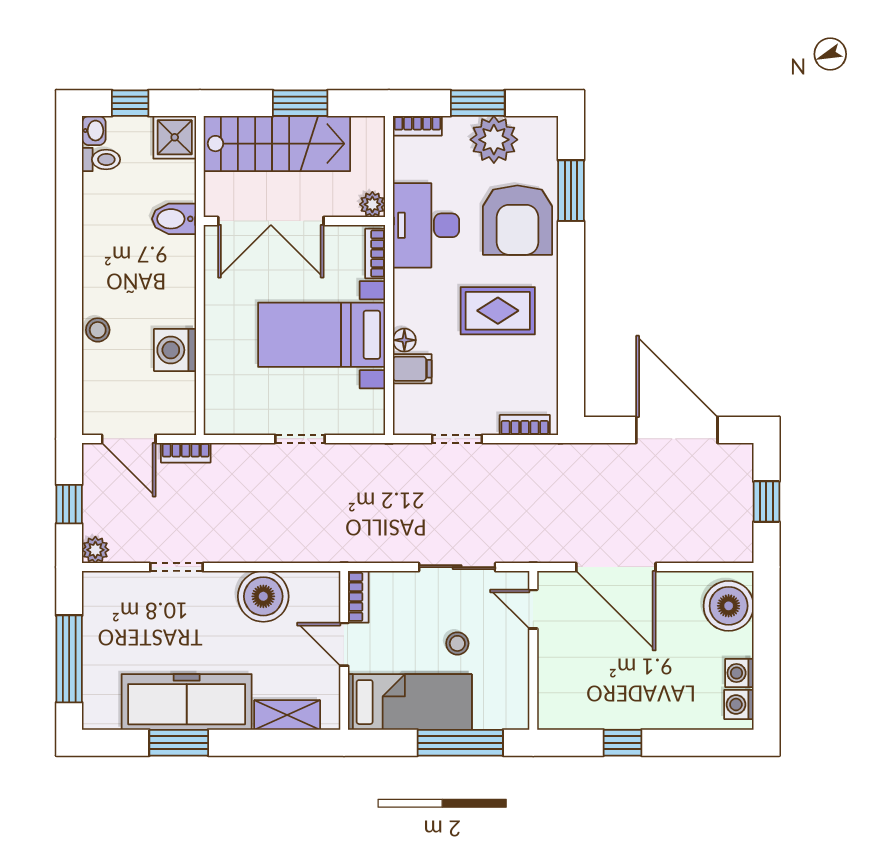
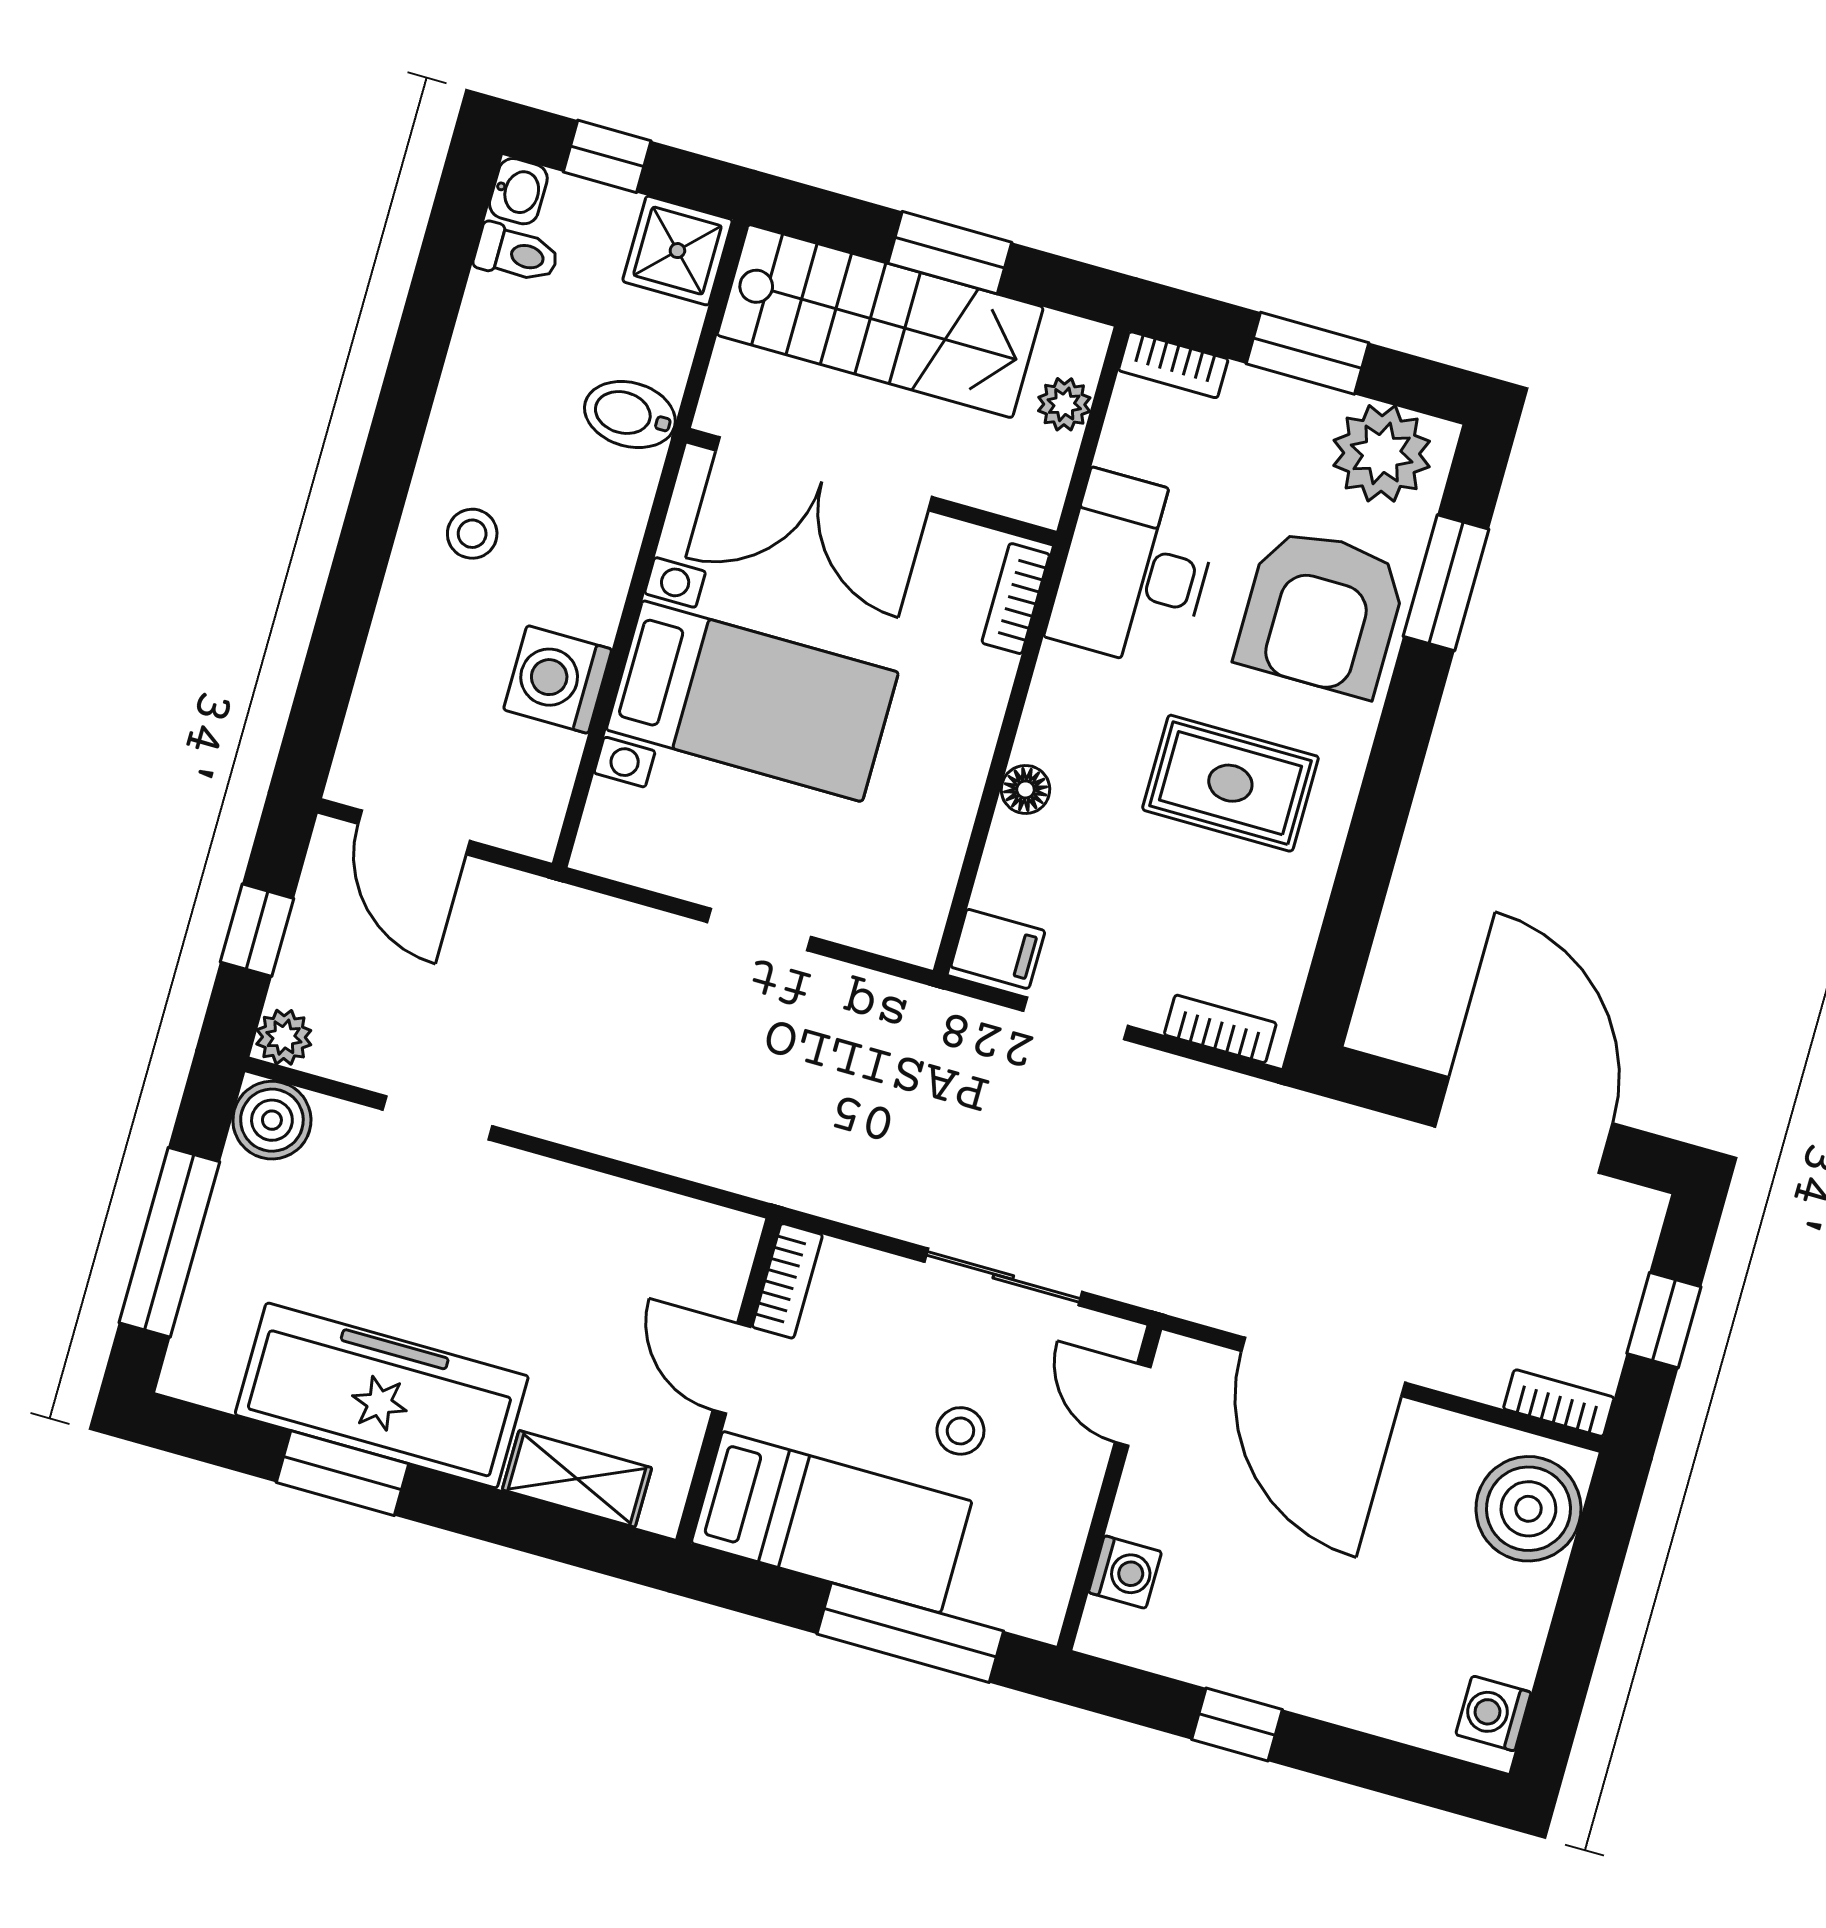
plant: (494, 140) -> (1382, 453), moved
plant: (372, 204) -> (1064, 404), moved
stool: (98, 330) -> (472, 534), moved
bed with nightstands: (322, 335) -> (752, 701), moved, turned 180
filing cabinet: (412, 369) -> (998, 949), moved
bookcase: (186, 453) -> (1559, 1403), moved, turned 180
boiler: (263, 596) -> (272, 1120), moved, width x0.73, depth x0.73
washing machine: (739, 673) -> (1125, 1572), moved, turned 180

